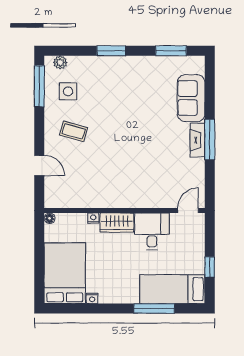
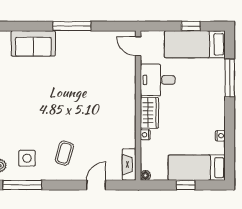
fireplace: (198, 140) -> (129, 165), moved, turned 90
window: (39, 261) -> (186, 185), added
bed: (65, 273) -> (197, 168), width x0.67
bed: (172, 289) -> (195, 44), moved, turned 90

